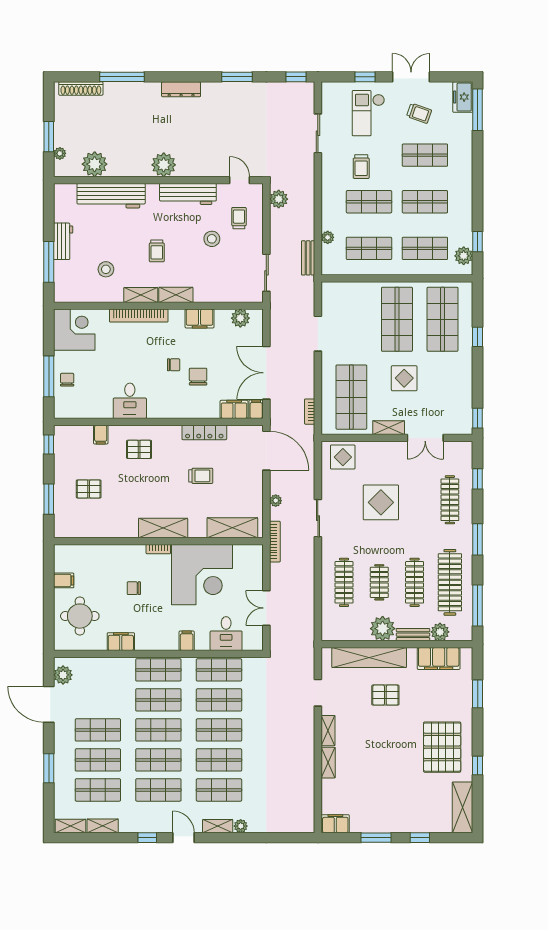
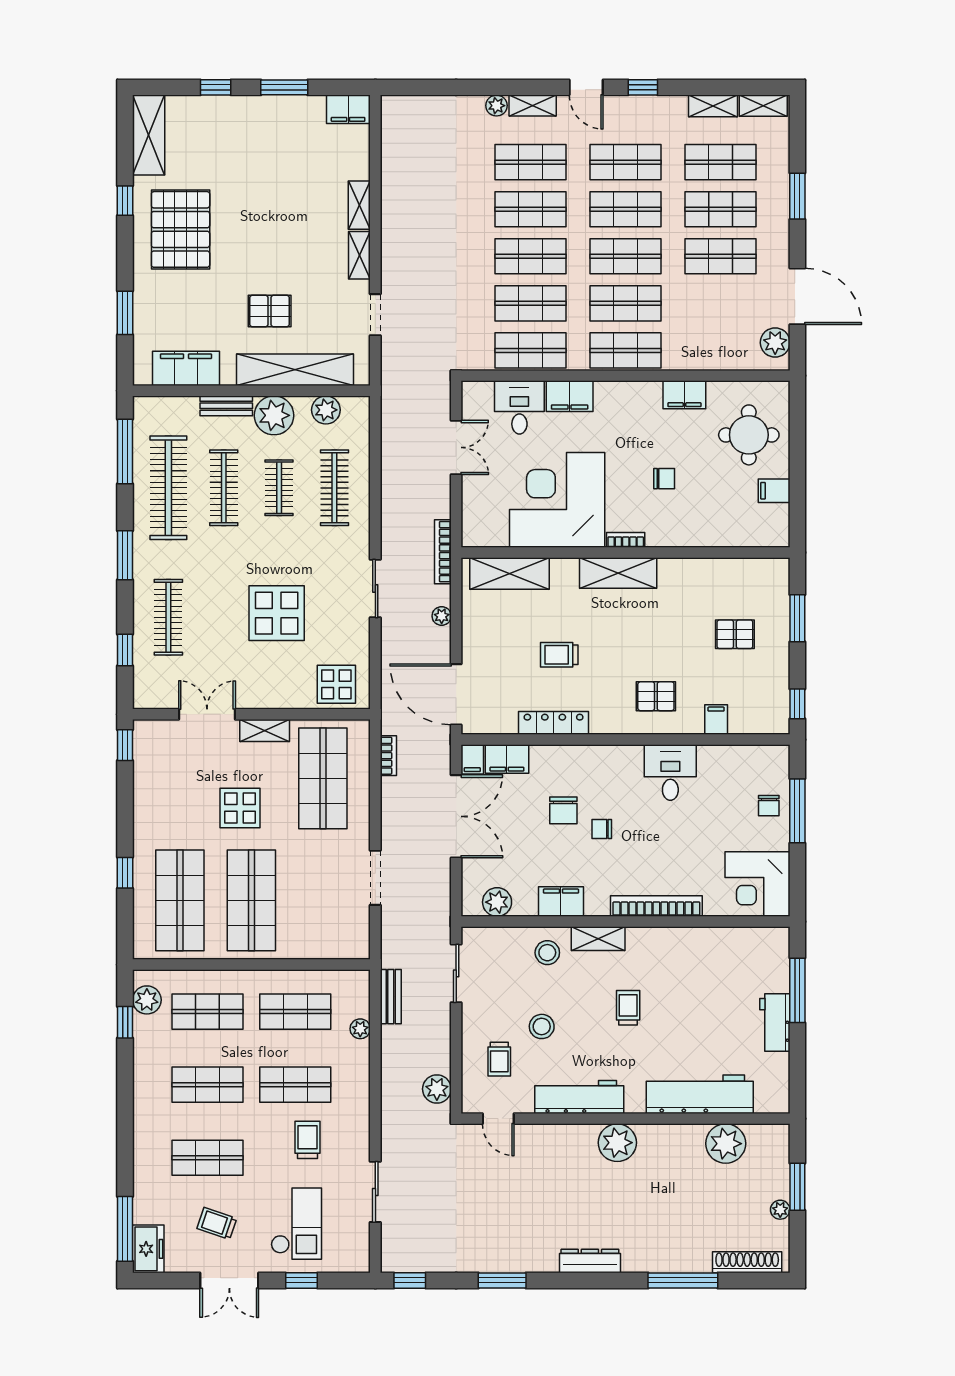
plant: (60, 153) -> (780, 1210), moved
stool: (106, 269) -> (547, 953), moved
shelving: (141, 295) -> (653, 938), removed
plant: (440, 632) -> (326, 410), moved
filing cabinet: (187, 641) -> (570, 396), width x2.00

